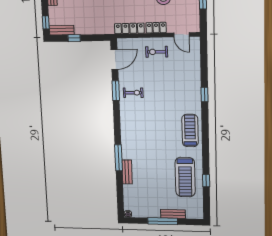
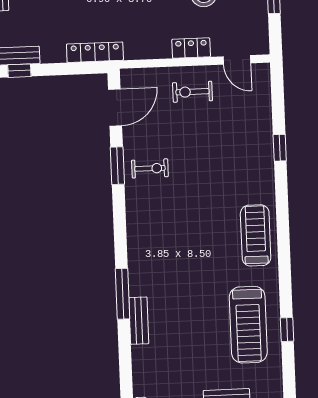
locker: (129, 28) -> (95, 52), moved
window: (74, 38) -> (19, 71), moved
window: (205, 95) -> (280, 148), moved

